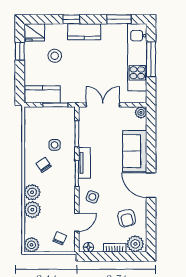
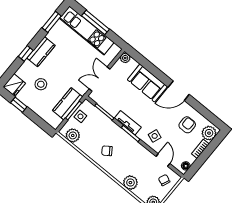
kitchen counter: (43, 94) -> (68, 104), moved
side table: (55, 145) -> (80, 116), moved
plant: (32, 192) -> (73, 135), moved
armchair: (127, 218) -> (187, 125), turned -77

